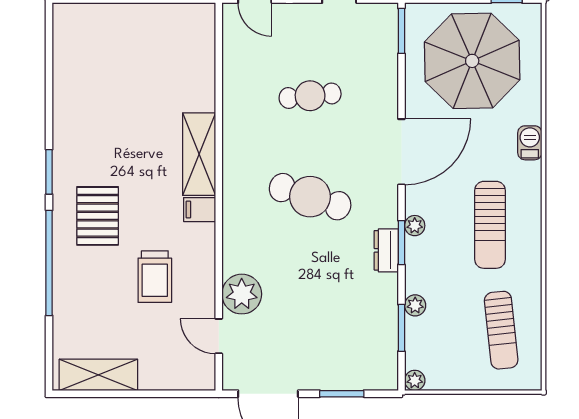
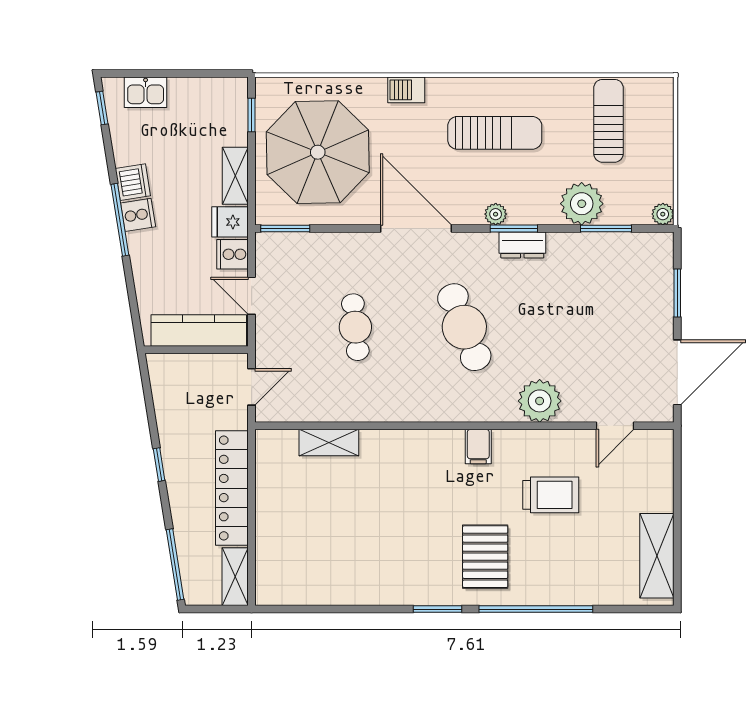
shelving: (199, 154) -> (329, 443), moved, width x0.67, depth x0.75
cafe table: (310, 197) -> (464, 327), turned -39
pallet: (98, 216) -> (485, 557), turned 90
plant: (242, 294) -> (540, 401), moved
plant: (415, 305) -> (582, 204), width x1.88, depth x1.88
sun lounger: (501, 330) -> (608, 121), turned -84

